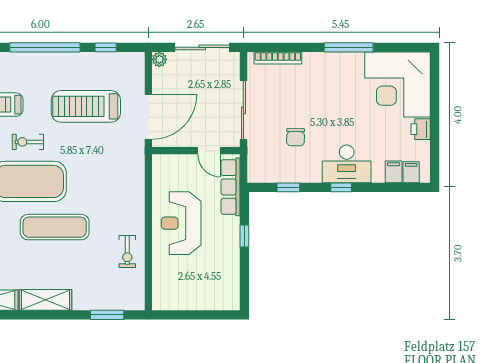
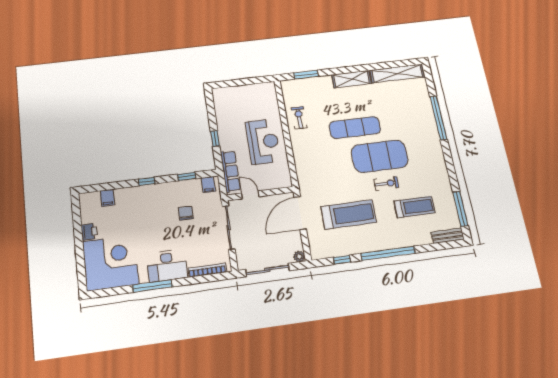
desk: (347, 164) -> (167, 266), moved, turned 180
filing cabinet: (411, 172) -> (208, 185), moved

